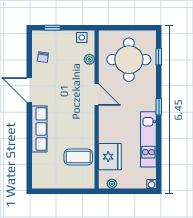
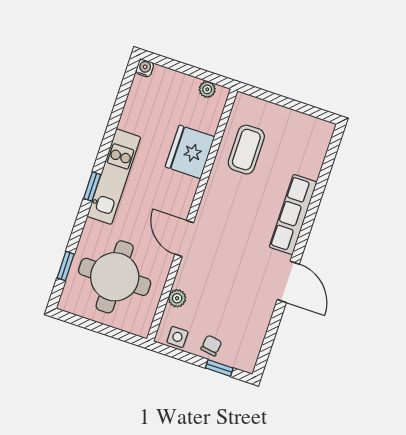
chair: (43, 57) -> (211, 346), moved
kitchen unit: (148, 139) -> (114, 177), moved
coffee table: (78, 157) -> (246, 150), turned 90
fridge: (110, 157) -> (190, 152), moved

